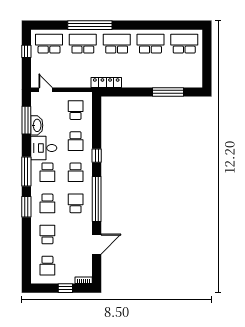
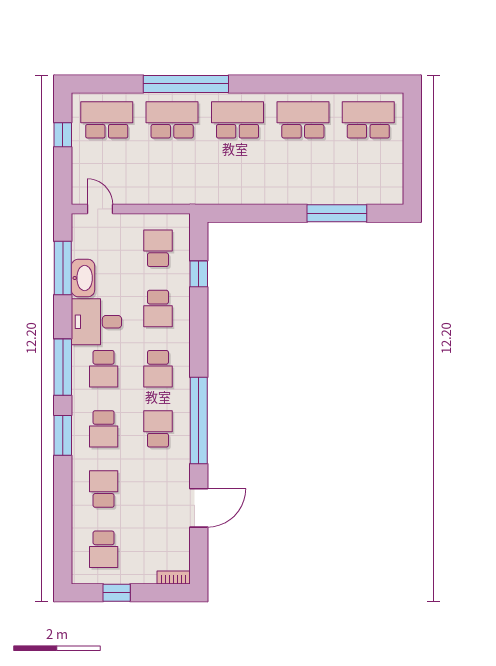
locker: (106, 82) -> (217, 195), removed
window: (97, 156) -> (199, 274), moved
window: (65, 288) -> (117, 593), moved

